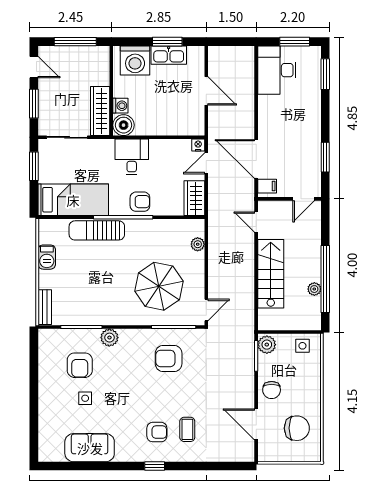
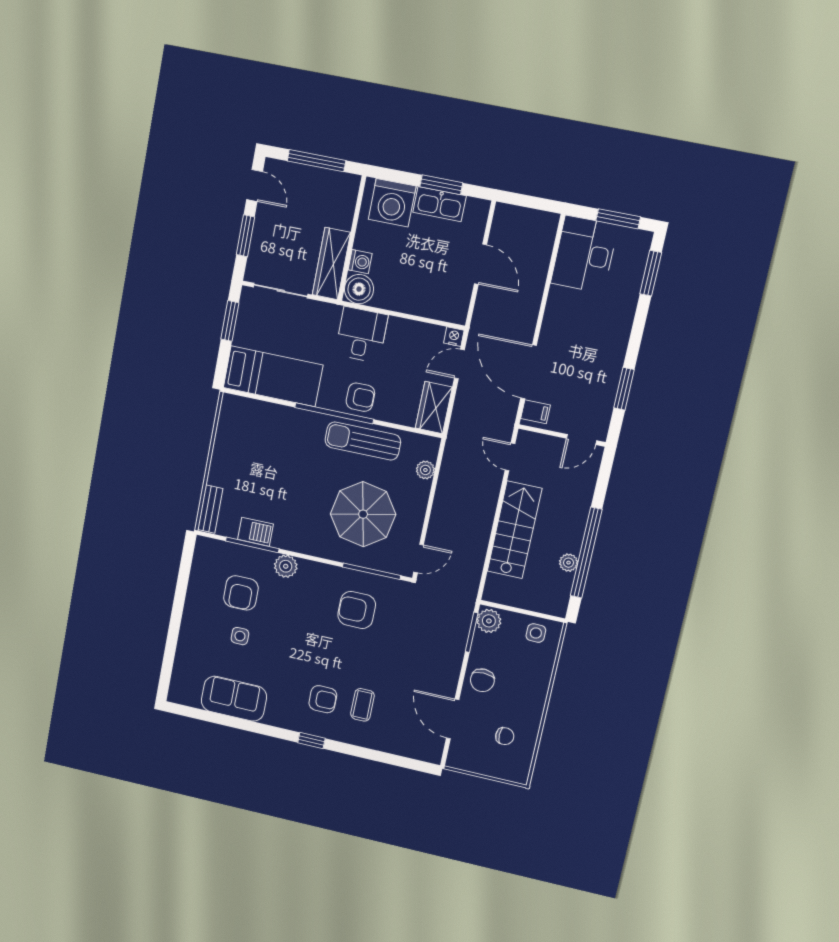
sun lounger: (97, 230) -> (363, 441), moved
barbecue: (47, 257) -> (255, 532), moved, turned -90
chair: (297, 428) -> (505, 736), width x0.54, depth x0.54

